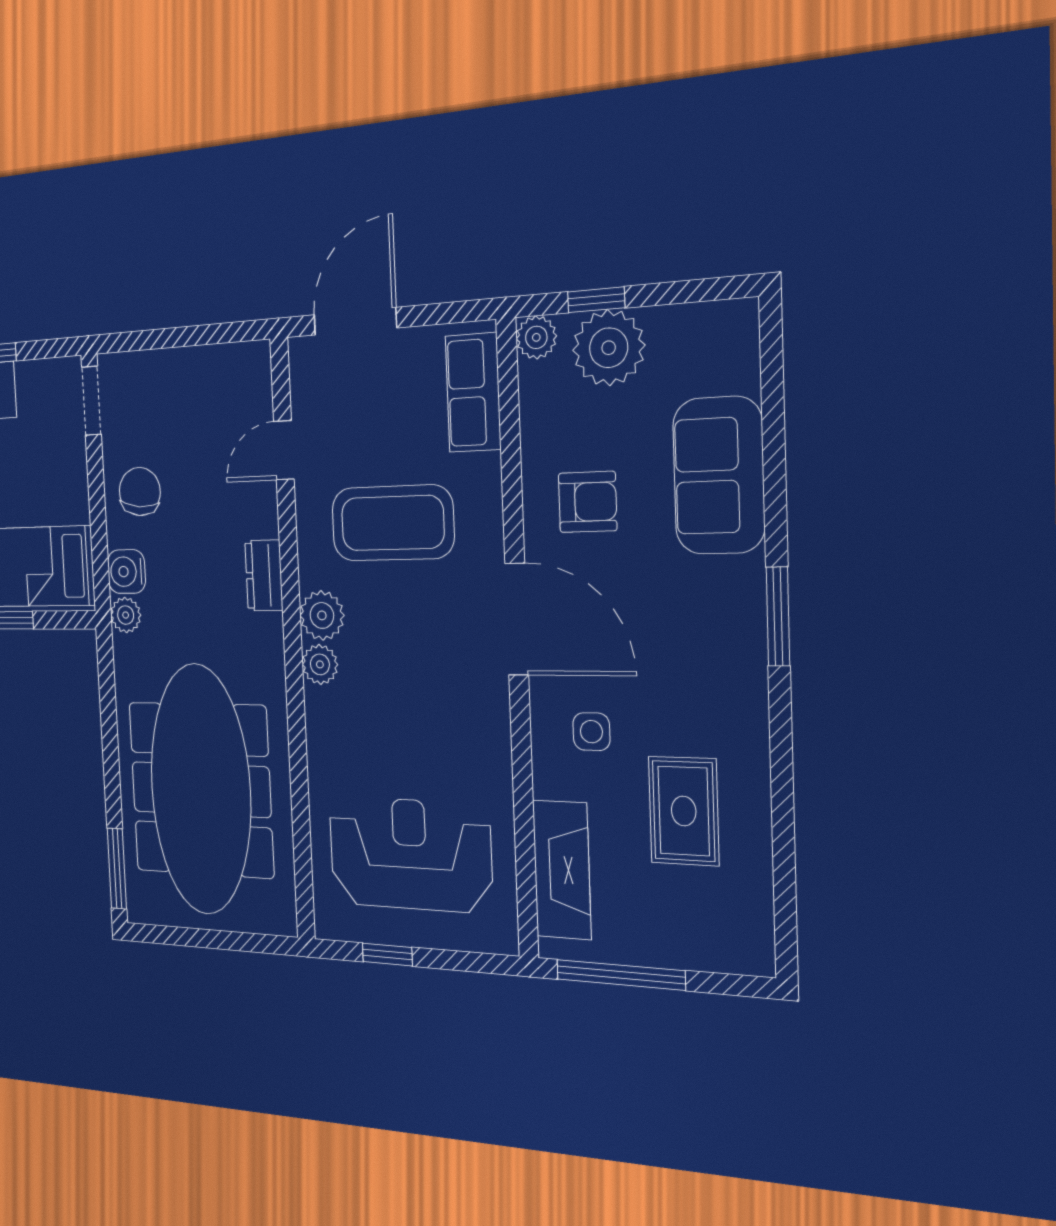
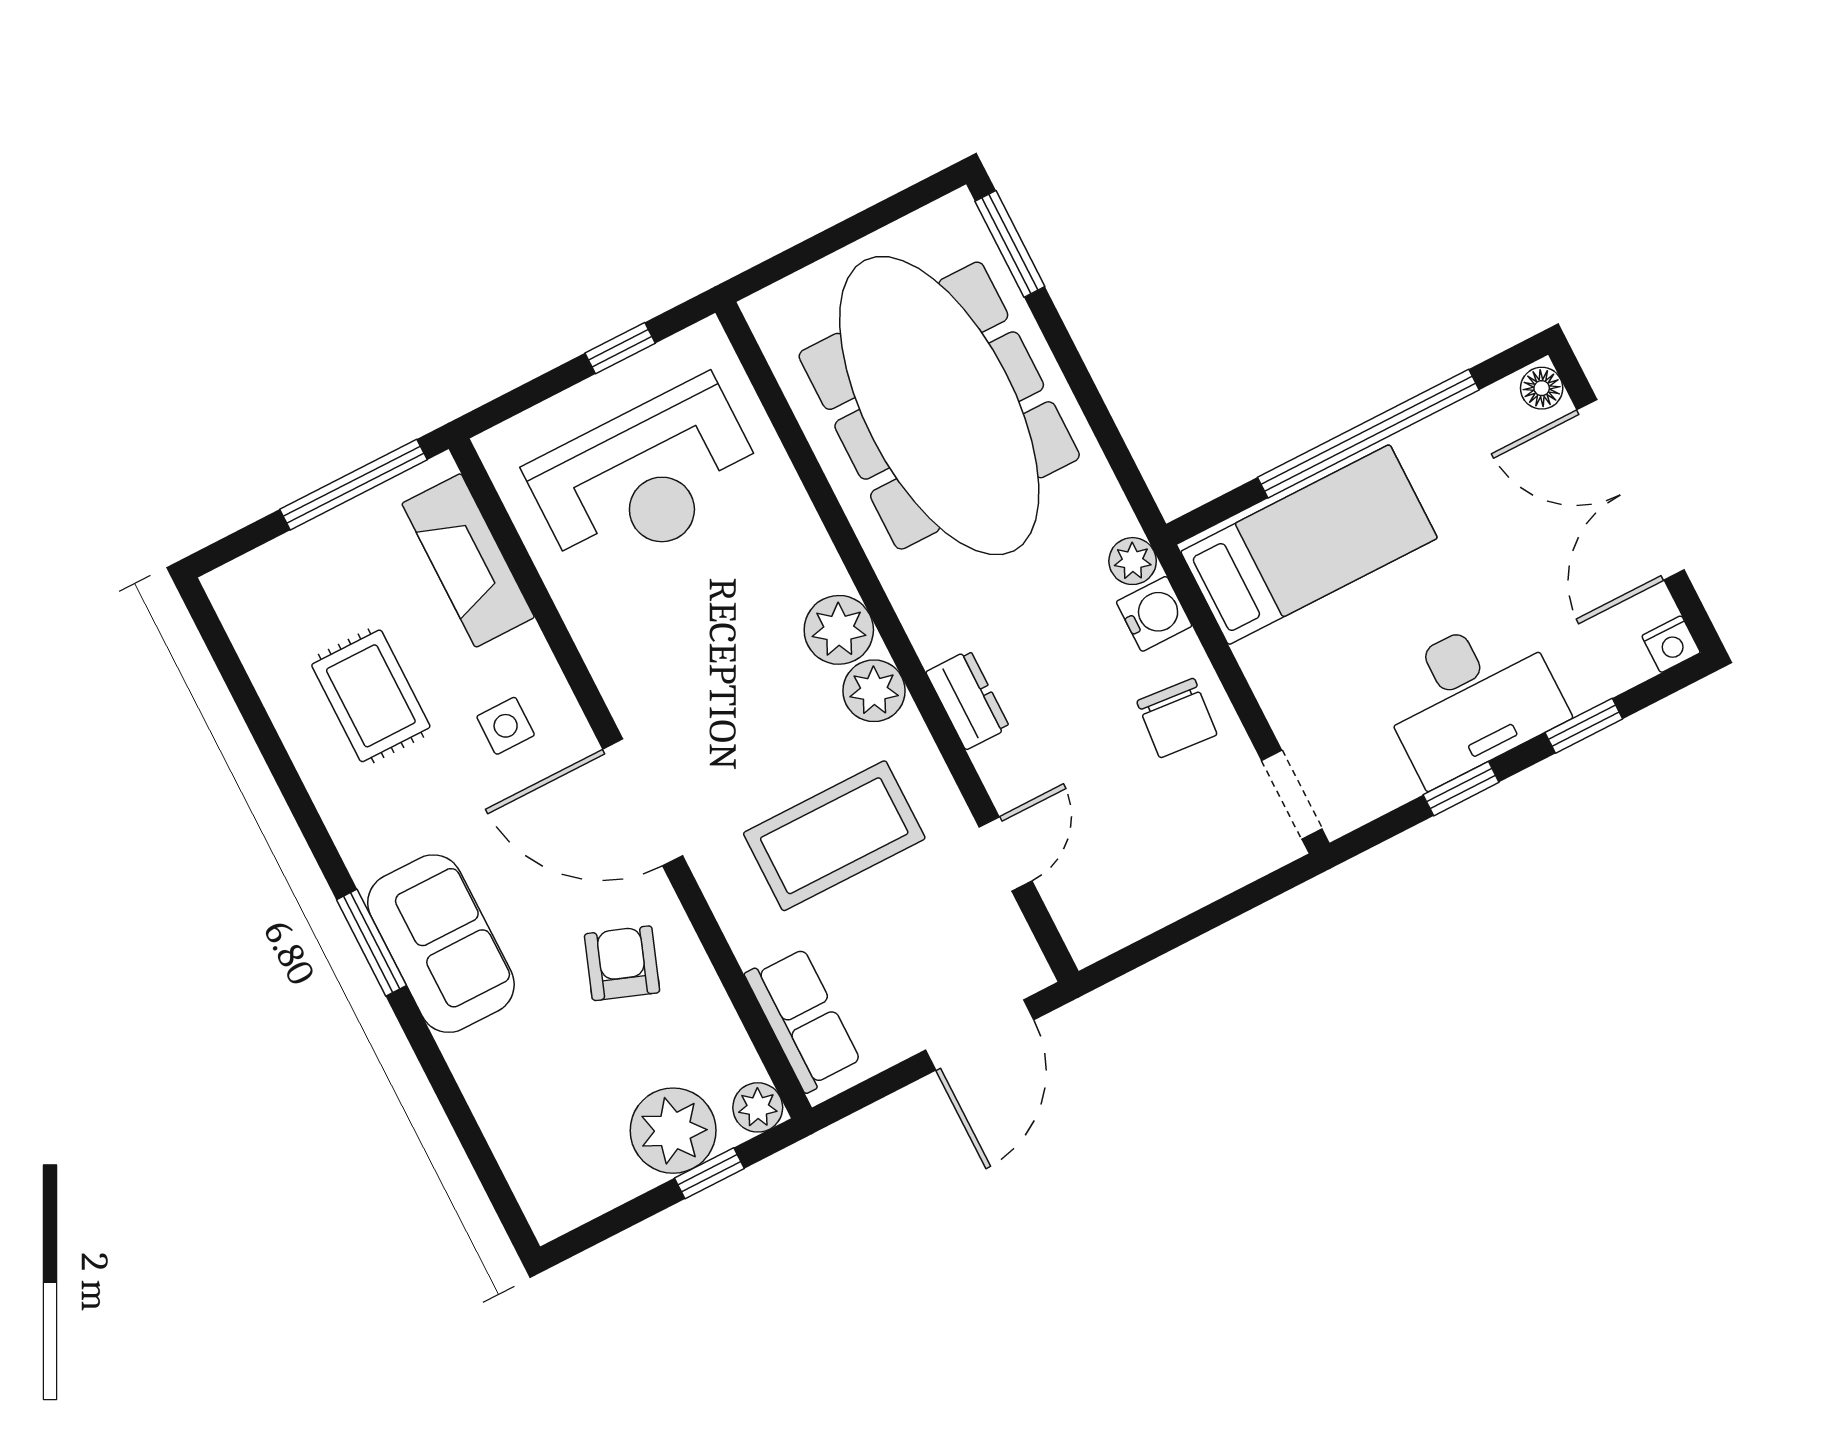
sofa: (719, 476) -> (441, 944), moved
armchair: (588, 502) -> (622, 963), turned 110
plant: (320, 664) -> (839, 630), width x1.38, depth x1.38

